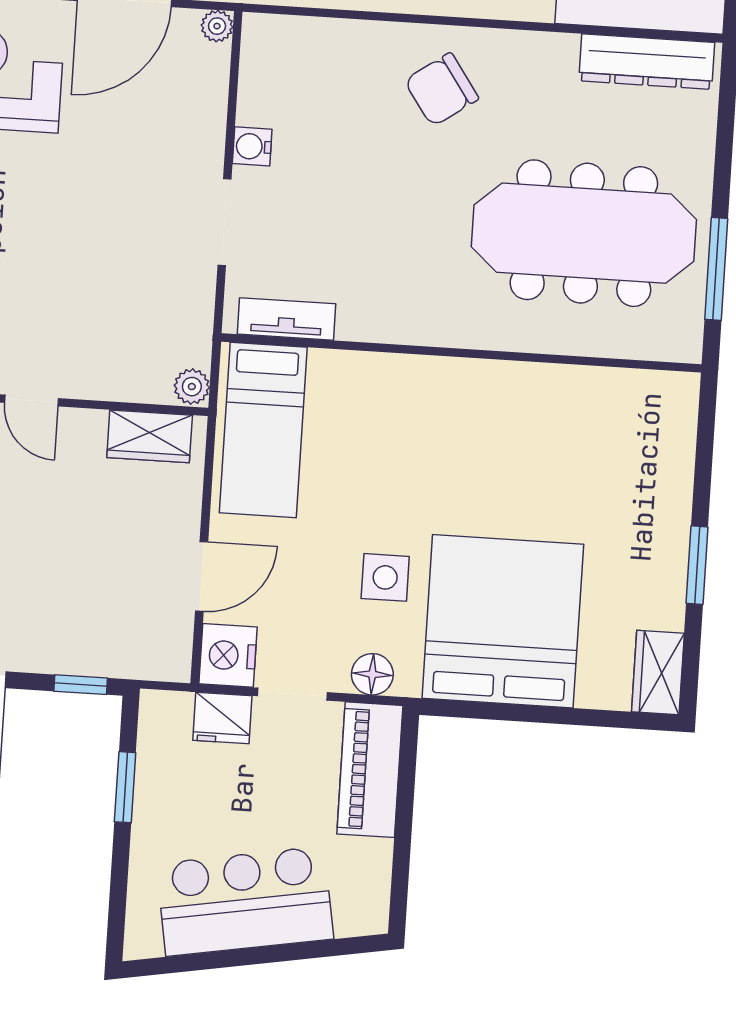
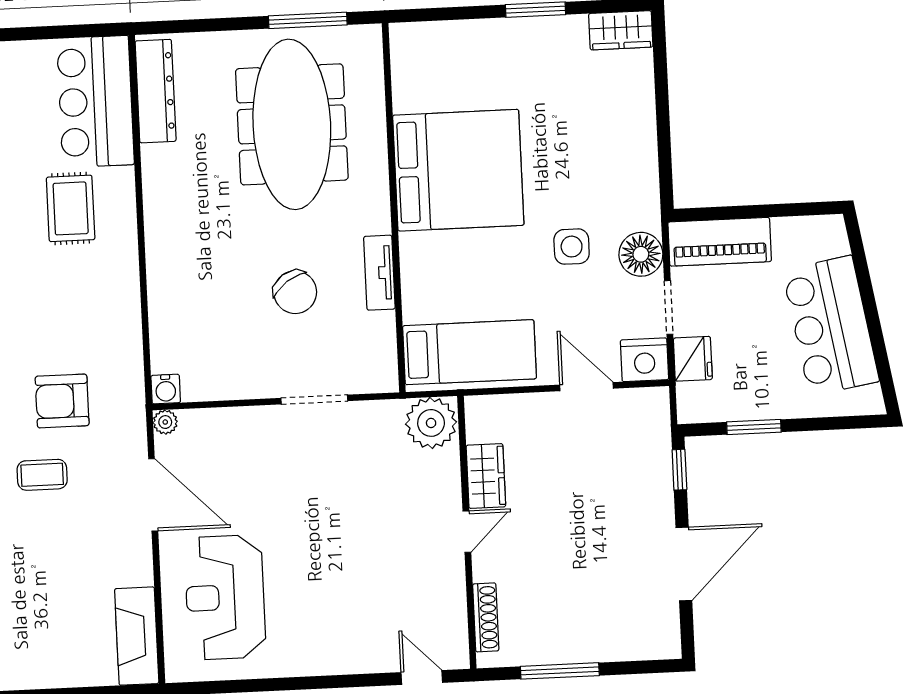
chair: (441, 90) -> (295, 292), moved
water cooler: (252, 146) -> (166, 389), moved
tv unit: (286, 319) -> (379, 273), moved
plant: (192, 387) -> (431, 423), width x1.87, depth x1.87
wardrobe: (150, 436) -> (486, 476), moved
bed: (503, 621) -> (458, 170), moved, turned 180
floor lamp: (372, 674) -> (641, 254), width x1.38, depth x1.38

